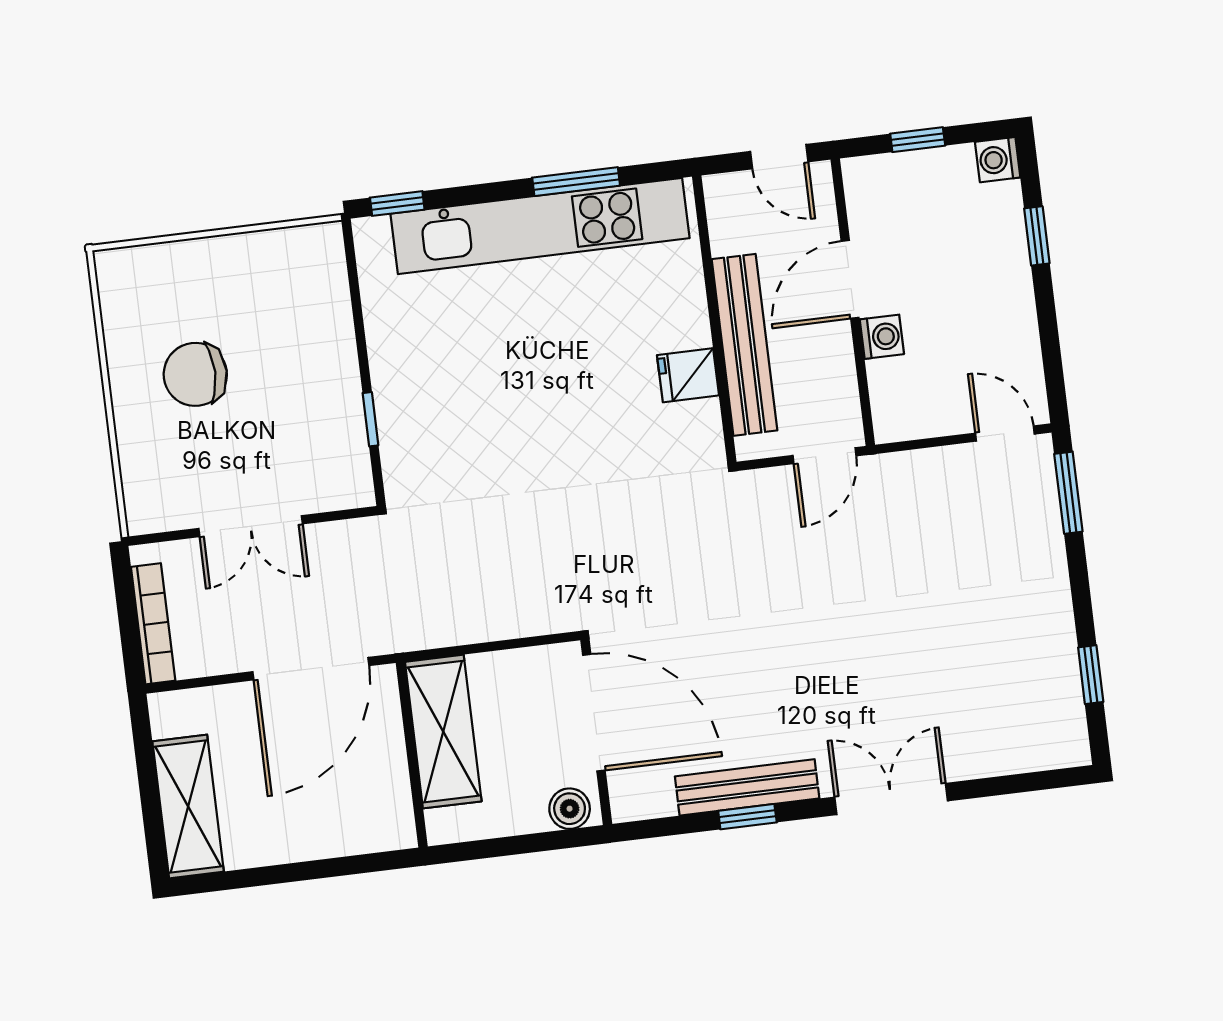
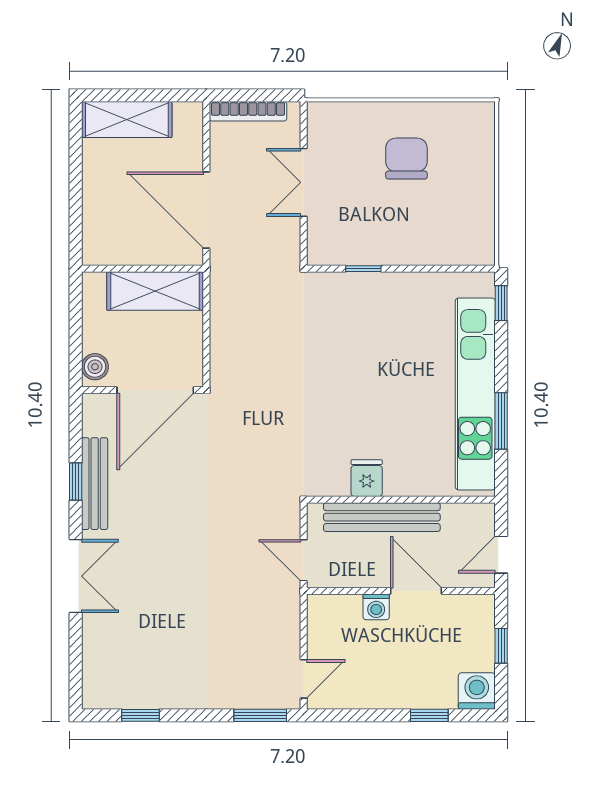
washing machine: (998, 160) -> (477, 691), width x1.38, depth x1.38

